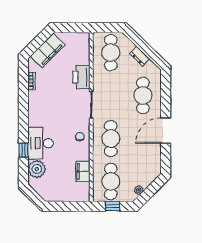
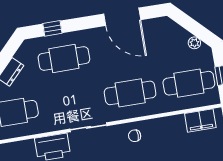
window: (166, 91) -> (52, 28), added
door: (166, 131) -> (122, 17), moved
filing cabinet: (83, 171) -> (200, 120), moved

